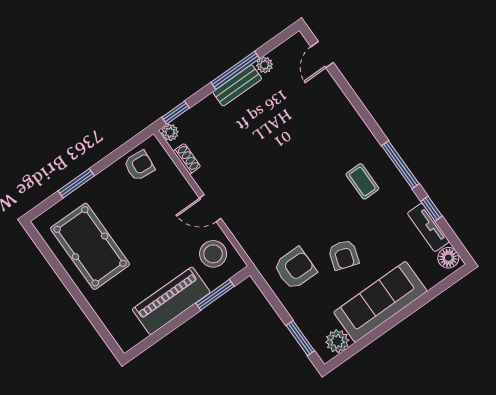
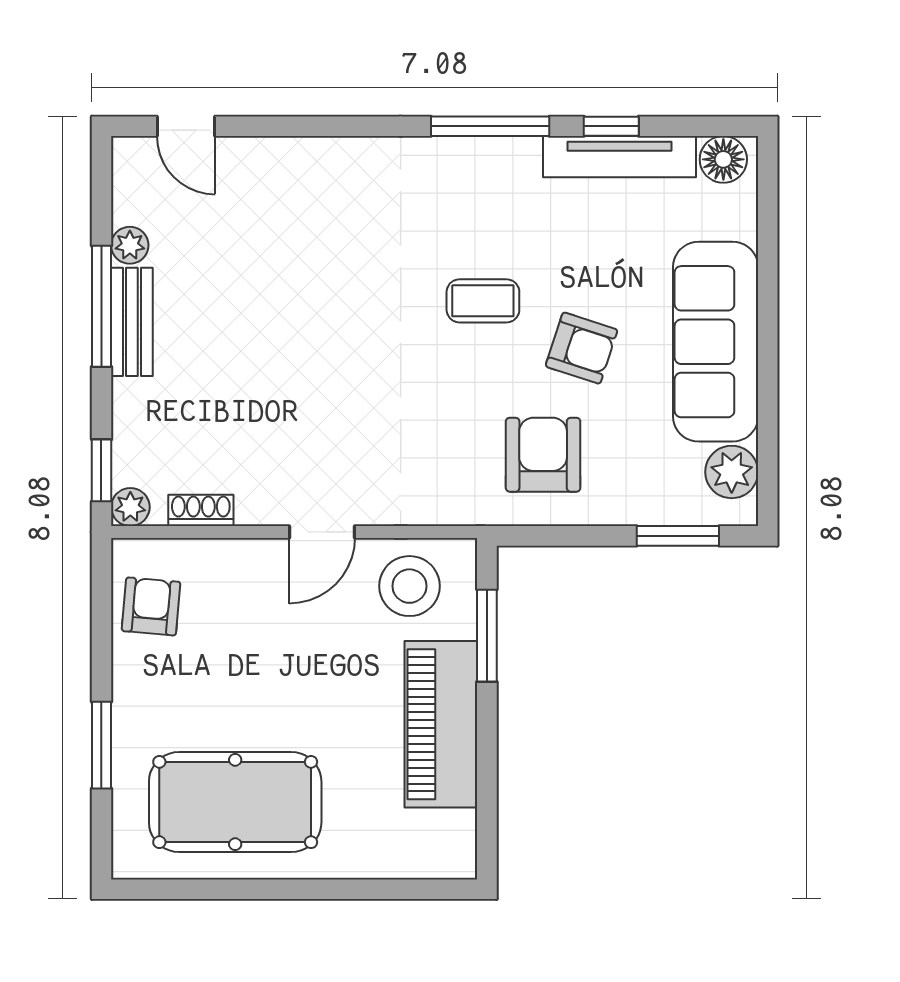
coffee table: (362, 181) -> (483, 301), moved
tv unit: (428, 227) -> (620, 157), width x1.41

